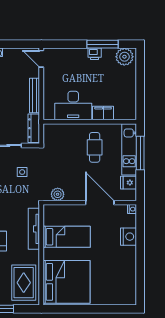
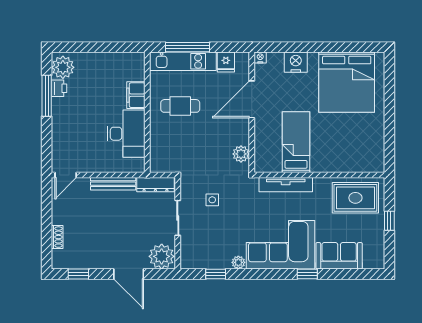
printer: (95, 54) -> (59, 88), moved
bed: (66, 282) -> (347, 82), moved, turned 180

